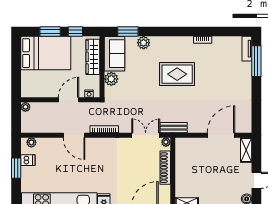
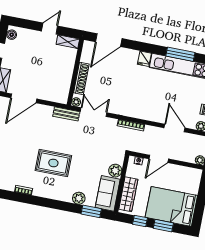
door: (74, 135) -> (175, 128), moved
double door: (146, 135) -> (94, 112), swing flipped

